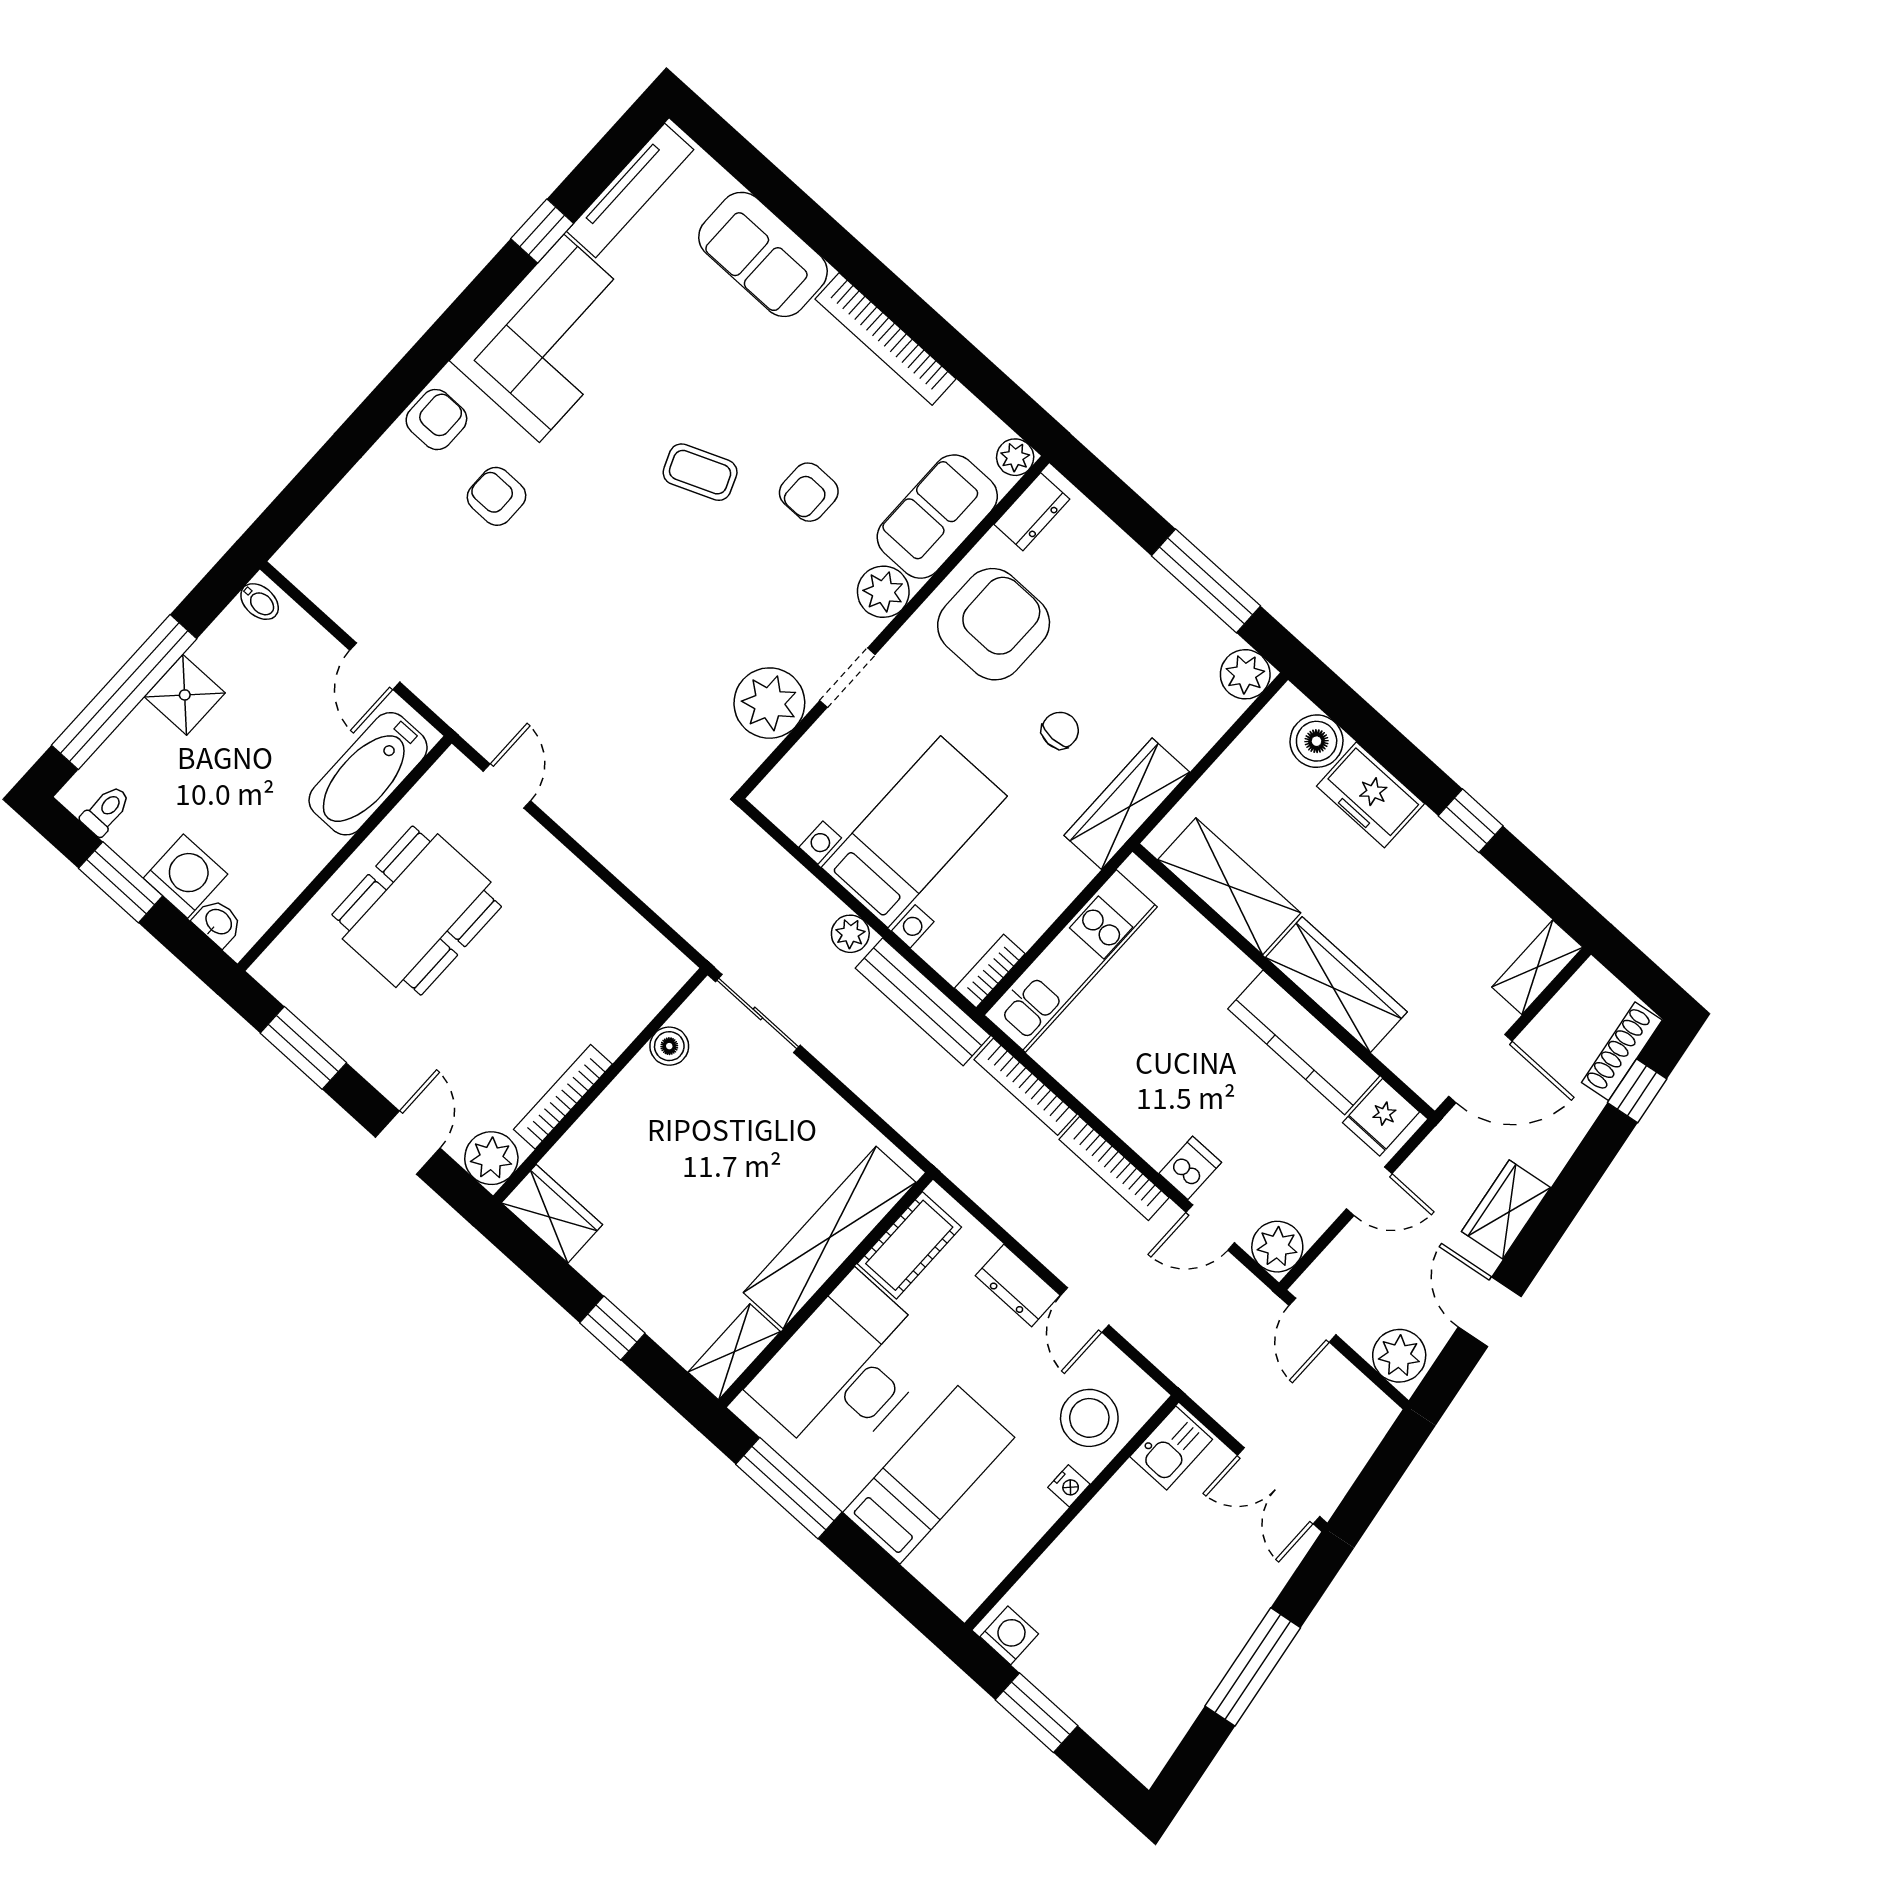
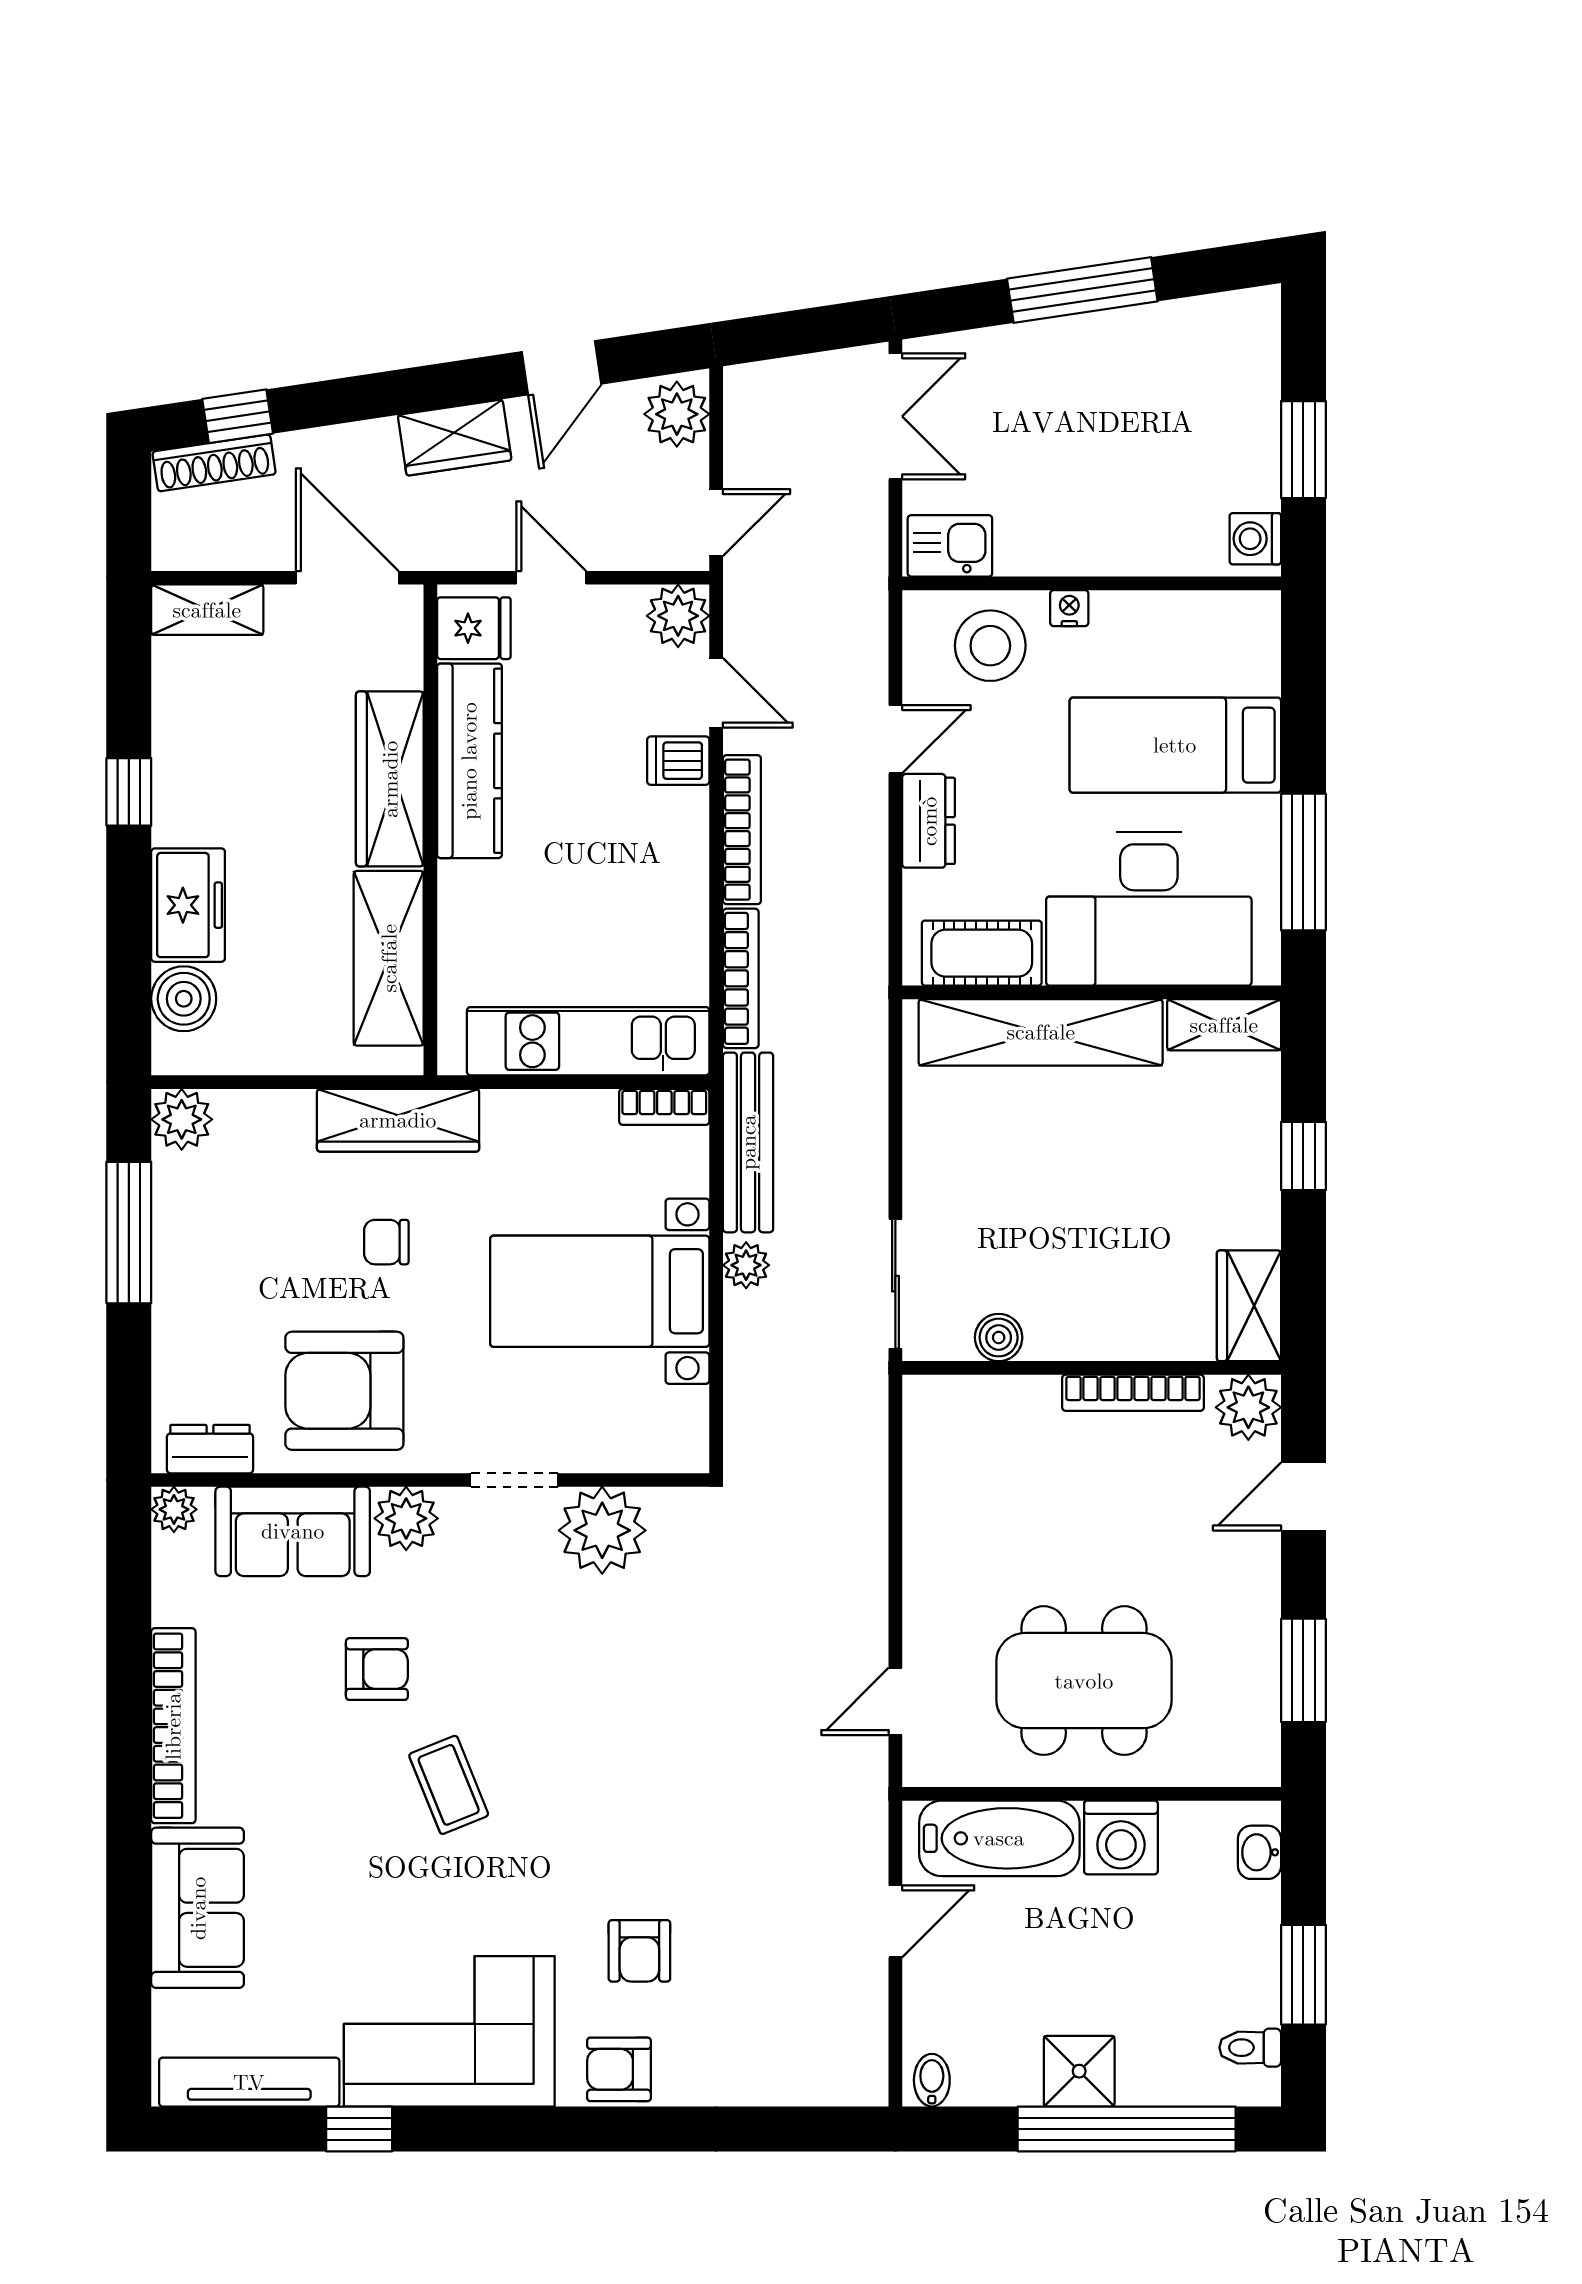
washing machine: (185, 876) -> (1121, 1837), moved, turned -90

